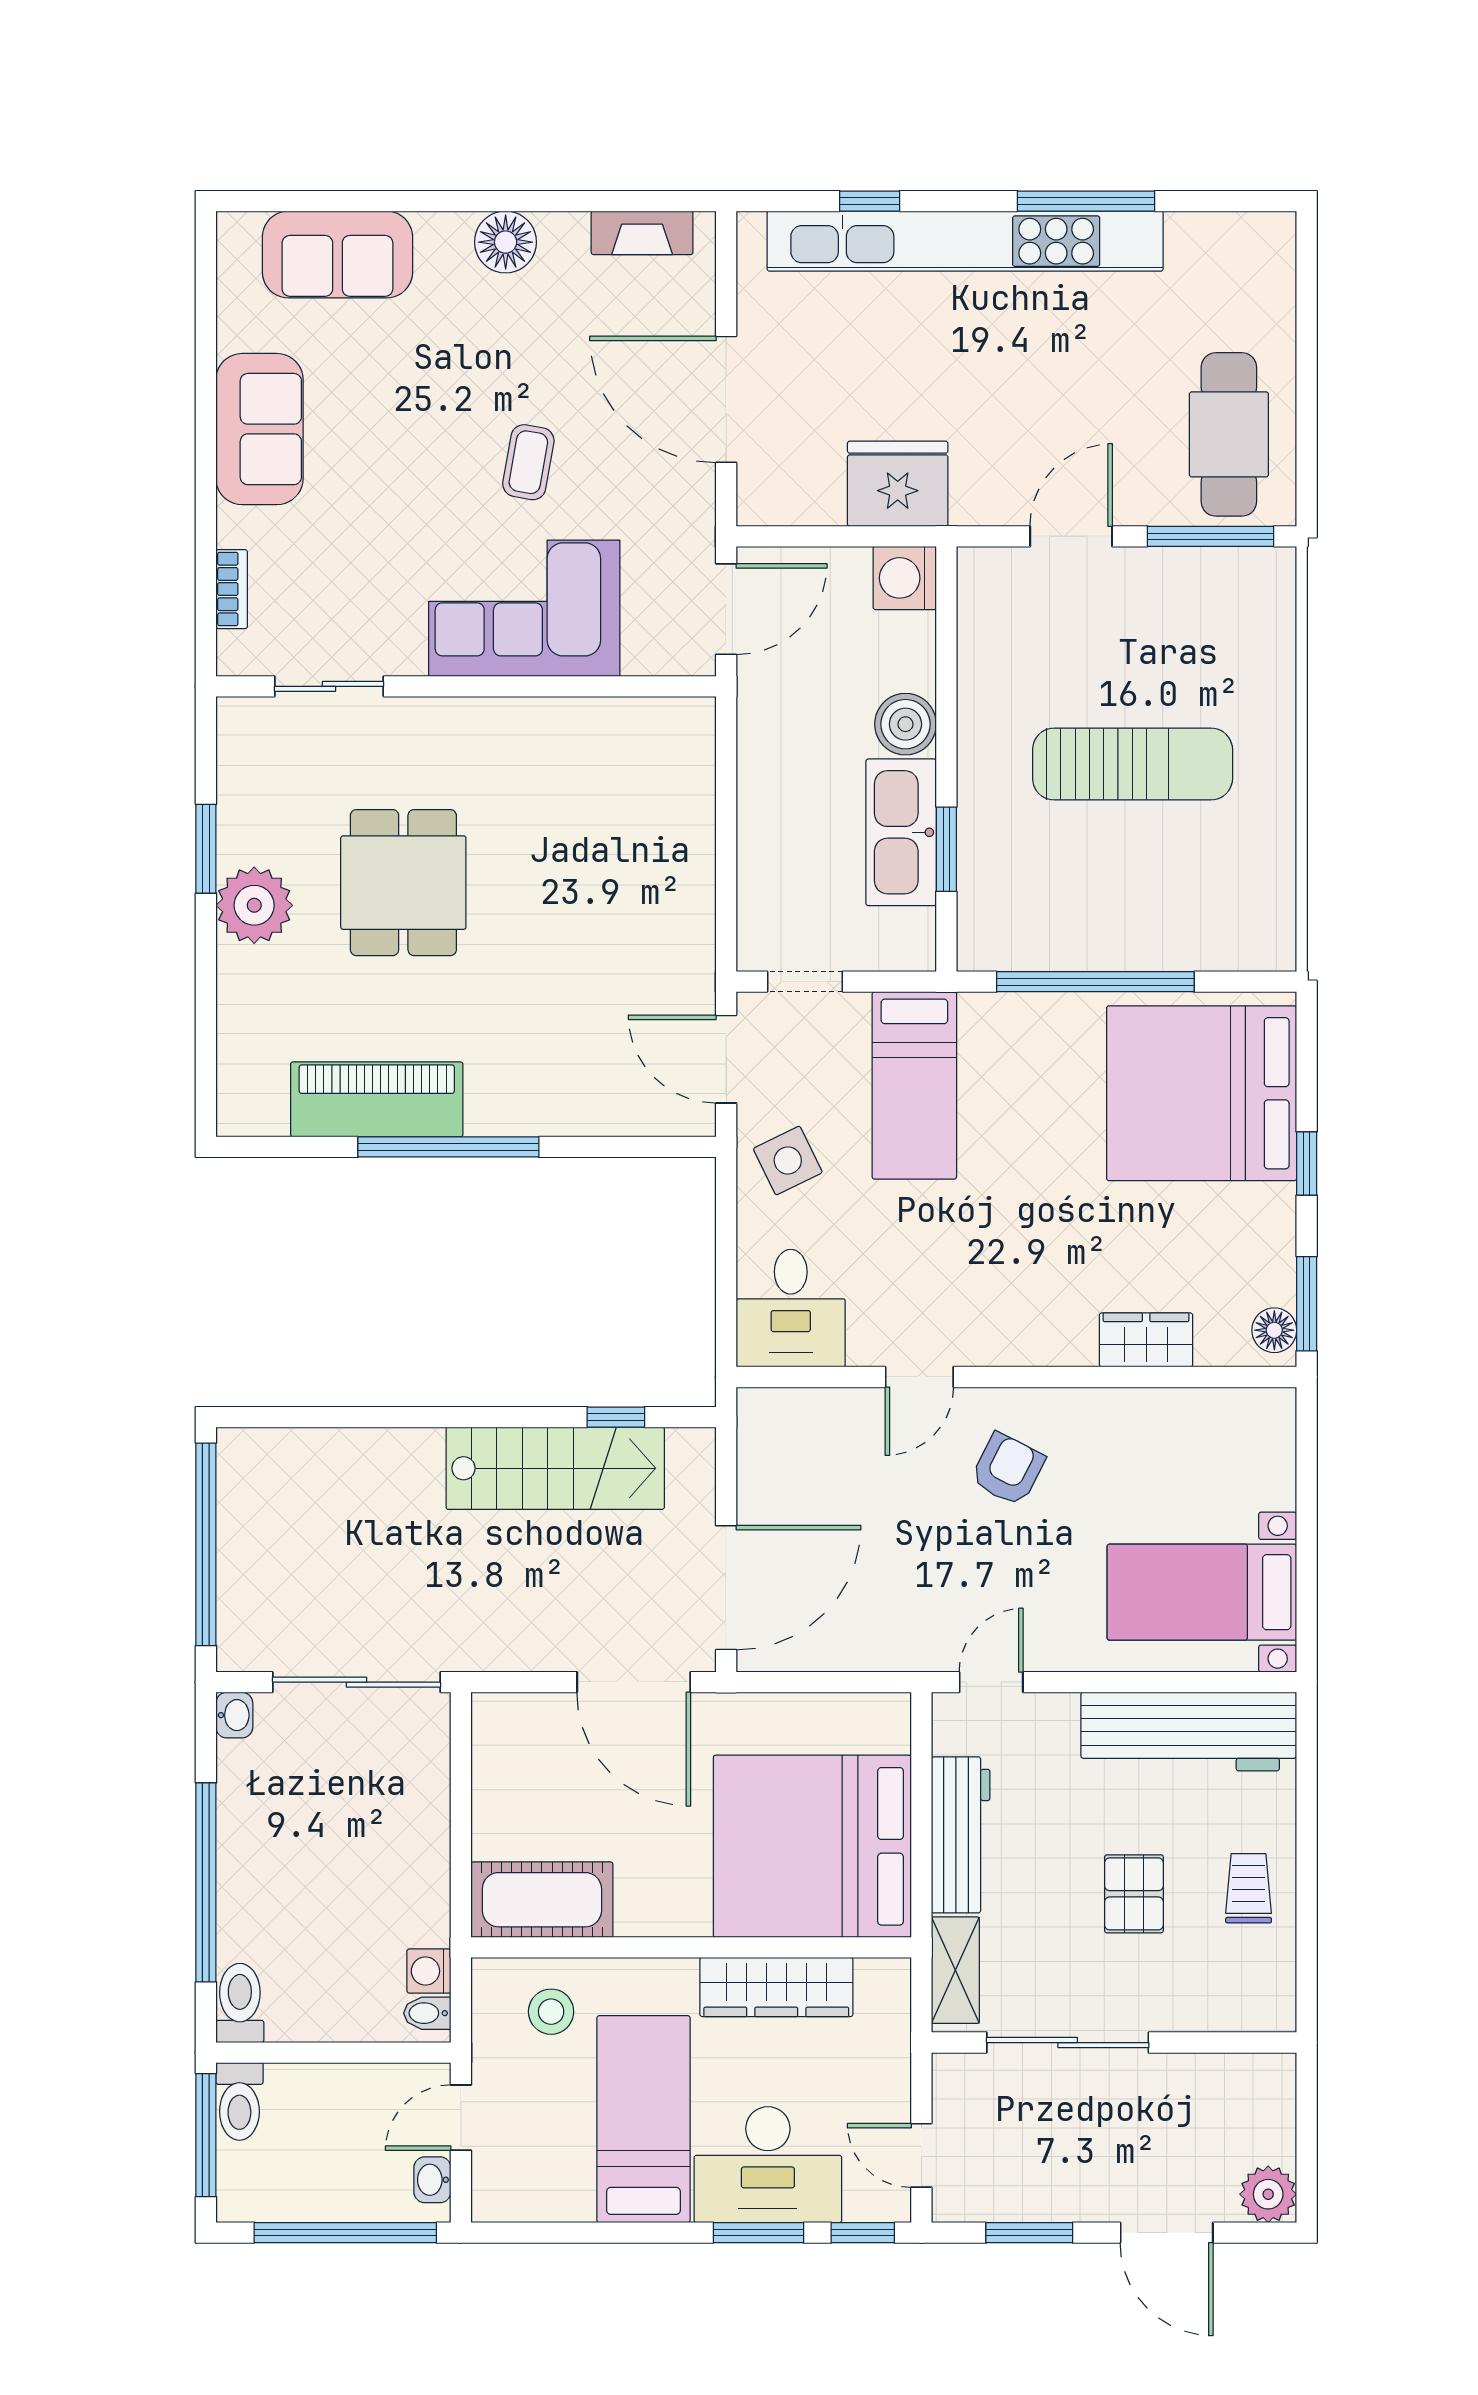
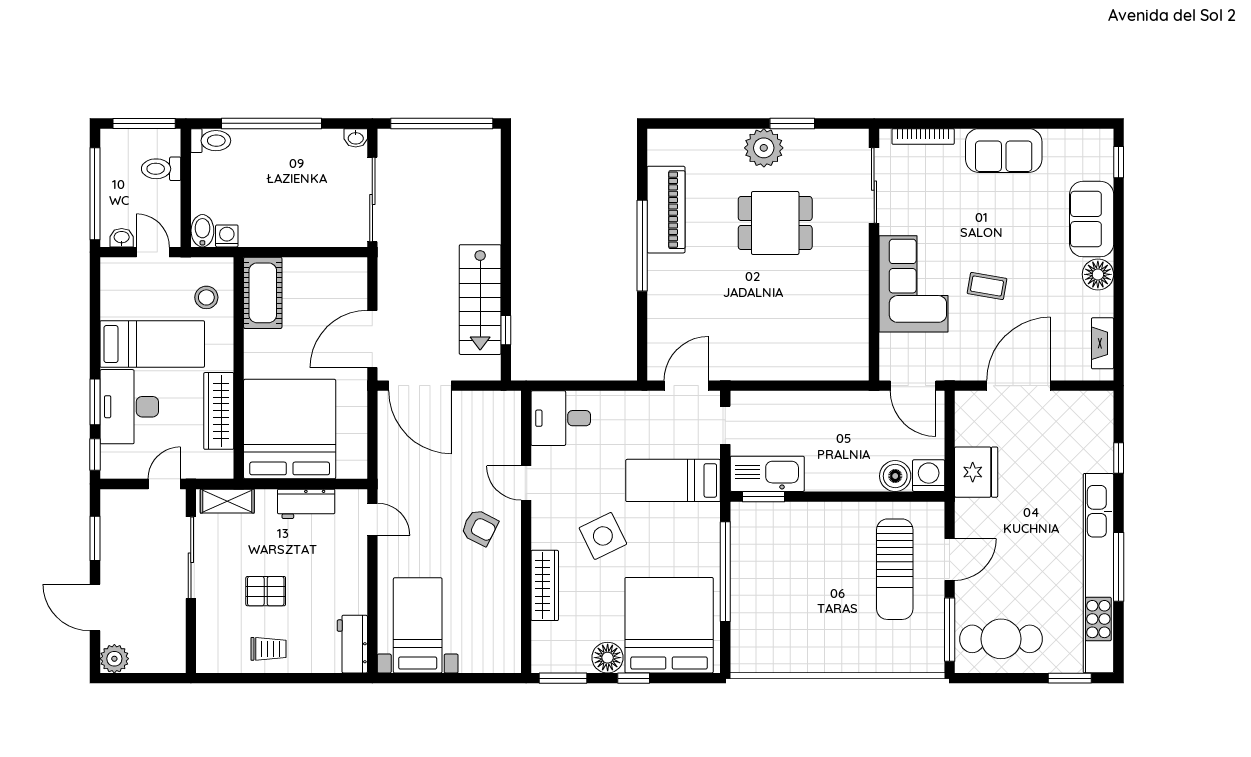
window: (283, 201) -> (1119, 162), added
kitchen unit: (965, 241) -> (1098, 573), moved
sofa: (337, 255) -> (1092, 219), moved
window: (1307, 298) -> (1070, 678), added
door: (1071, 536) -> (950, 559), hinge flipped
bookcase: (232, 589) -> (923, 136), width x1.56
sliding door: (329, 686) -> (874, 186), width x1.37
boiler: (905, 724) -> (895, 476), moved
sun lounger: (1133, 764) -> (895, 569), moved
kitchen sink: (901, 832) -> (767, 474), moved
window: (946, 849) -> (764, 497), moved
side table: (788, 1160) -> (603, 536), moved, width x1.37, depth x1.37
floor lamp: (1274, 1330) -> (608, 658), moved, width x1.38, depth x1.38
wardrobe: (1146, 1340) -> (545, 585), width x1.50
workbench: (1189, 1732) -> (352, 644), width x0.53, depth x0.76
workbench: (961, 1835) -> (306, 504), width x0.73
bidet: (427, 2013) -> (202, 231), width x1.38, depth x1.36
toilet: (239, 2101) -> (161, 169), moved
door: (921, 2155) -> (164, 484), moved
door: (1167, 2233) -> (95, 608), hinge flipped

